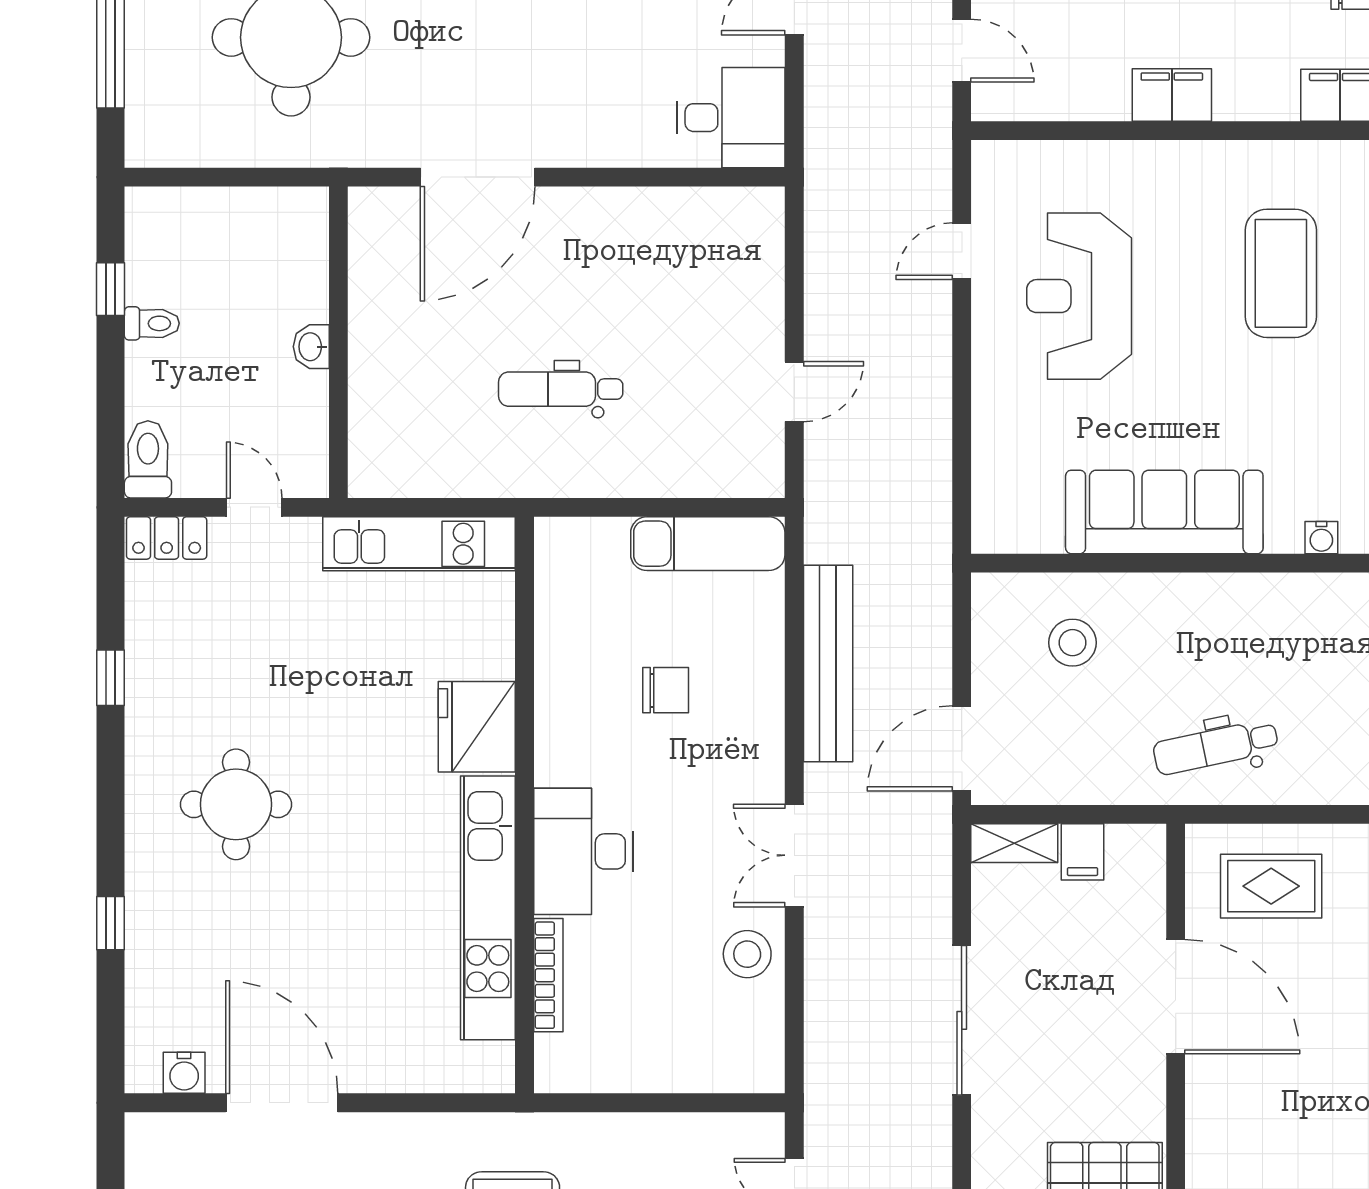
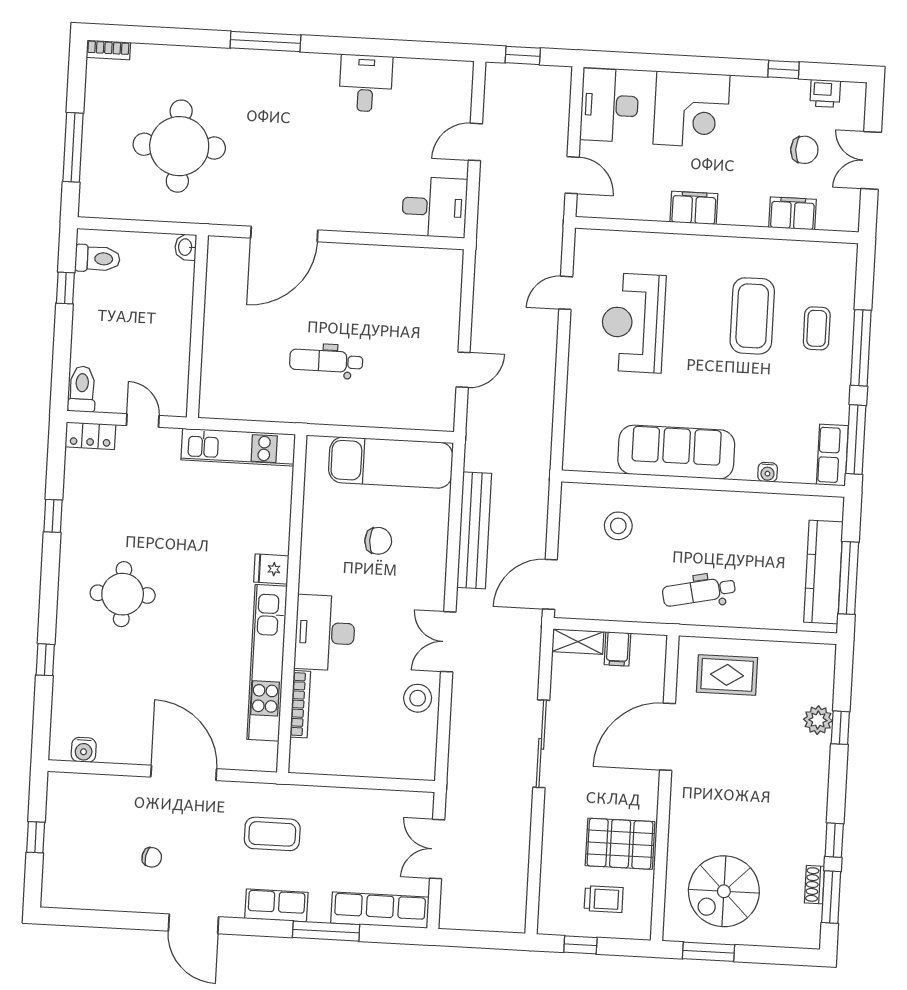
toilet: (152, 323) -> (97, 259), moved, width x1.37, depth x1.39
washbasin: (311, 347) -> (186, 247), moved
exam couch: (708, 544) -> (391, 463), width x1.36, depth x1.45
fridge: (477, 727) -> (271, 569), width x0.53, depth x0.75
door: (1176, 997) -> (667, 737), swing flipped
door: (282, 1103) -> (184, 773), moved

